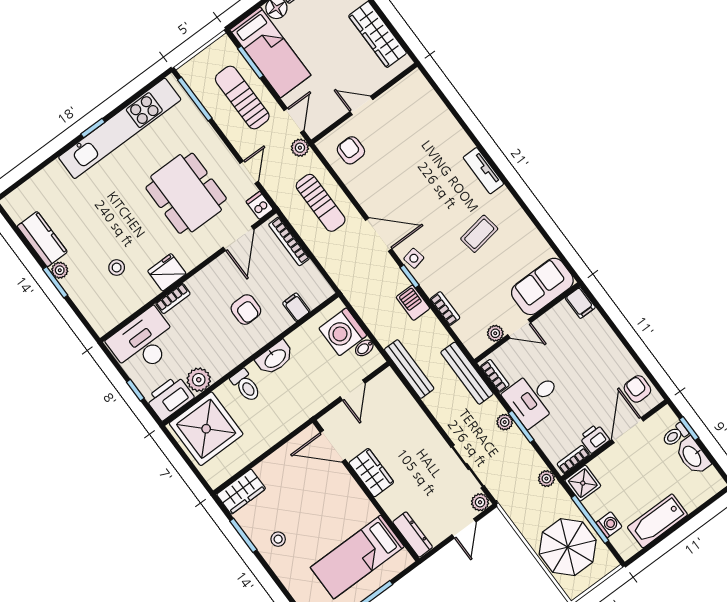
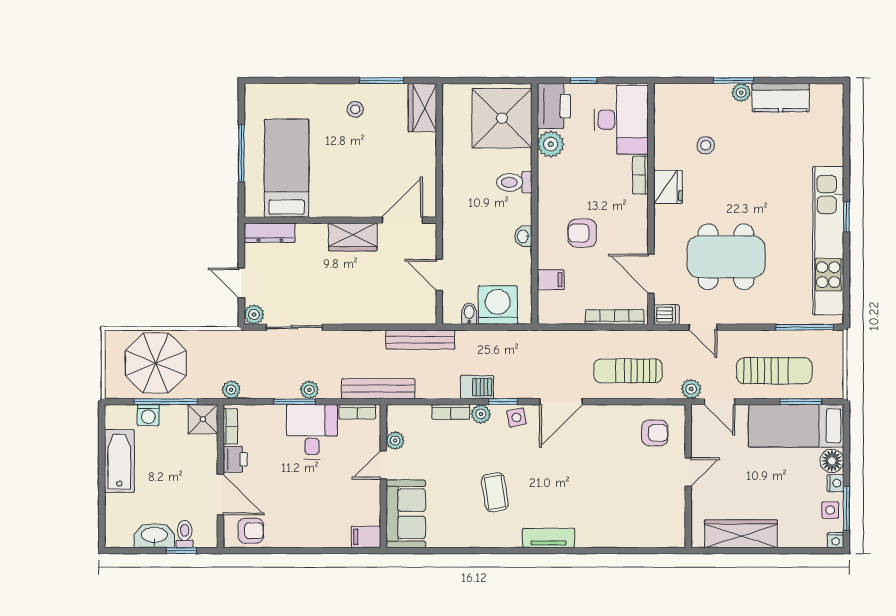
plant: (430, 286) -> (481, 414), added
washbasin: (275, 358) -> (523, 236), width x0.52, depth x0.69

